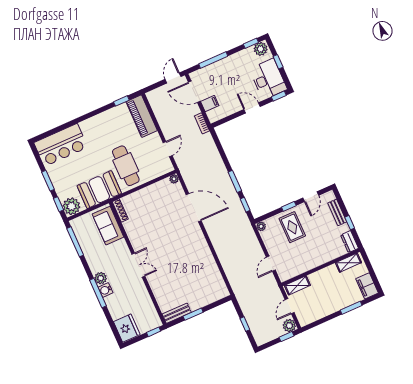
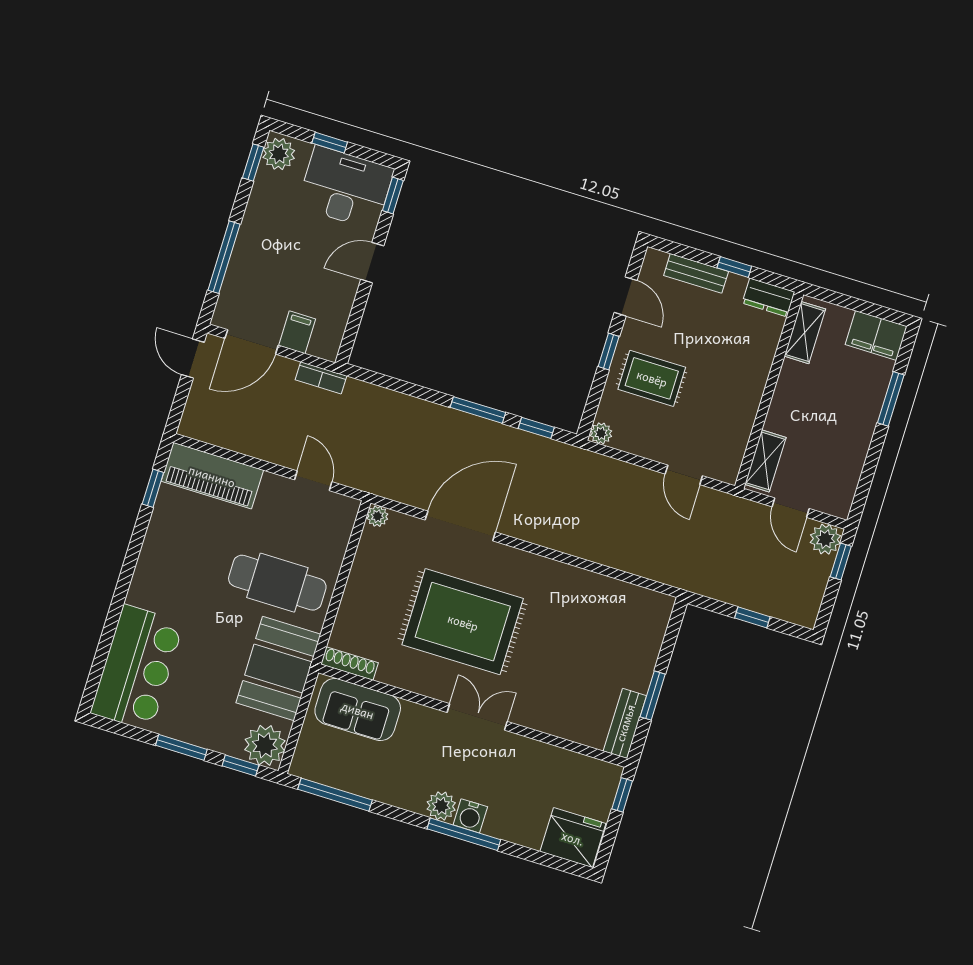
rug: (164, 234) -> (463, 622), added

